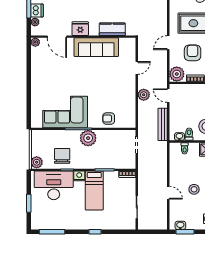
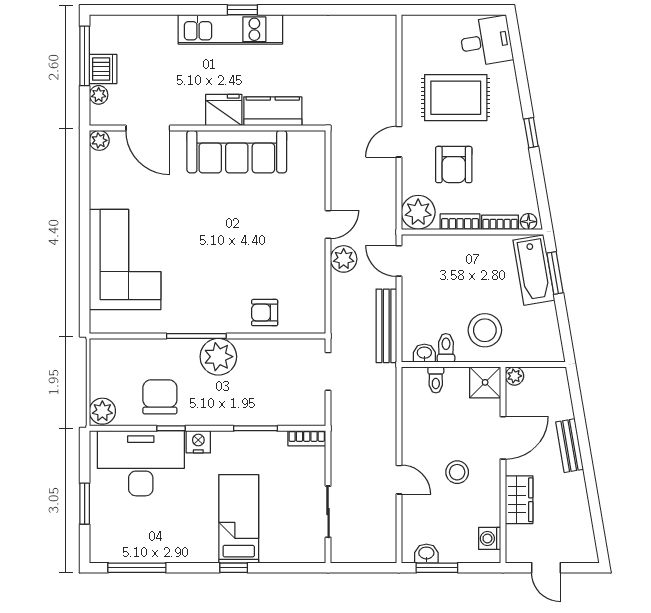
fridge: (80, 29) -> (224, 110), moved
armchair: (193, 53) -> (454, 165), turned 180
door: (137, 68) -> (328, 224), moved
corner sofa: (65, 112) -> (125, 260), moved, turned 90
bed: (94, 190) -> (239, 519), moved, turned 180

